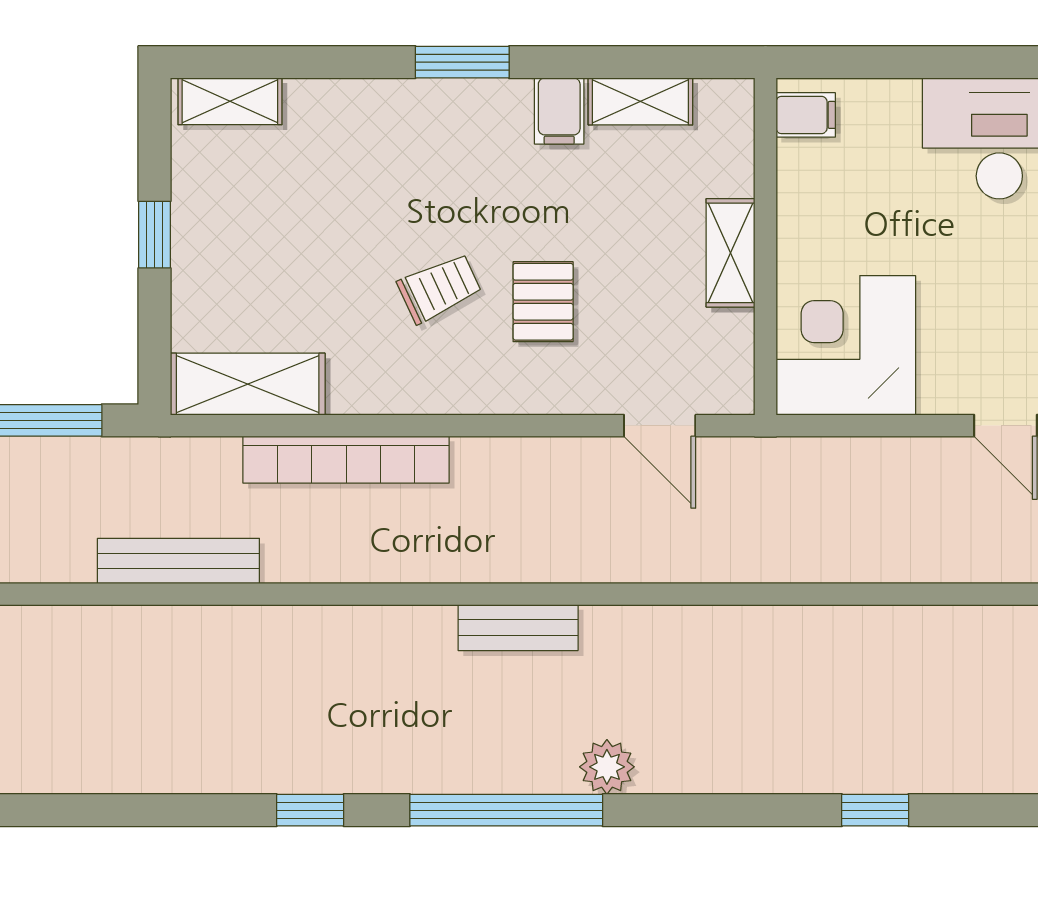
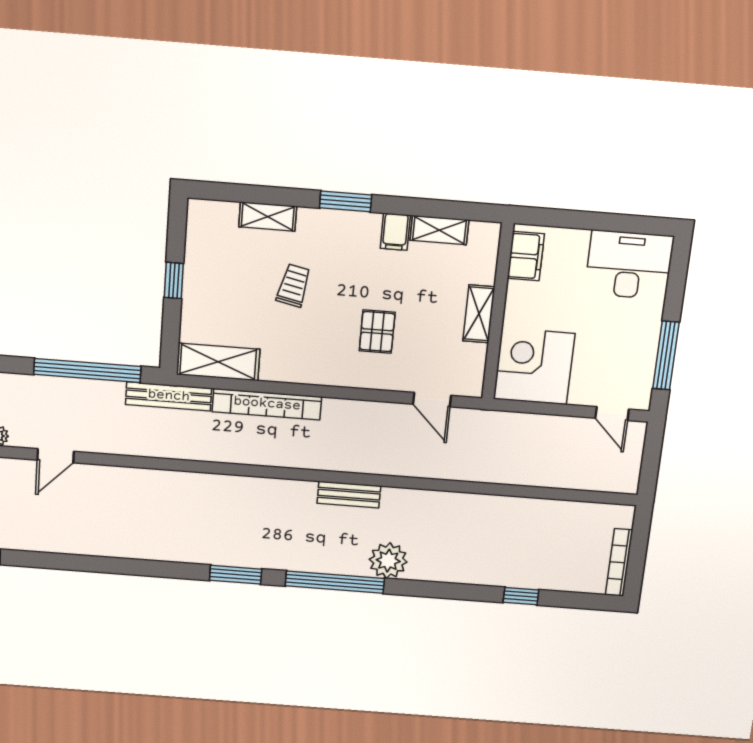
shelving: (230, 101) -> (268, 217), moved
filing cabinet: (806, 115) -> (526, 256), width x2.00
trolley: (439, 288) -> (294, 286), moved, turned -53
bench: (178, 561) -> (169, 396), moved
plant: (607, 767) -> (388, 561), width x1.36, depth x1.36
window: (310, 810) -> (236, 575), width x1.50

